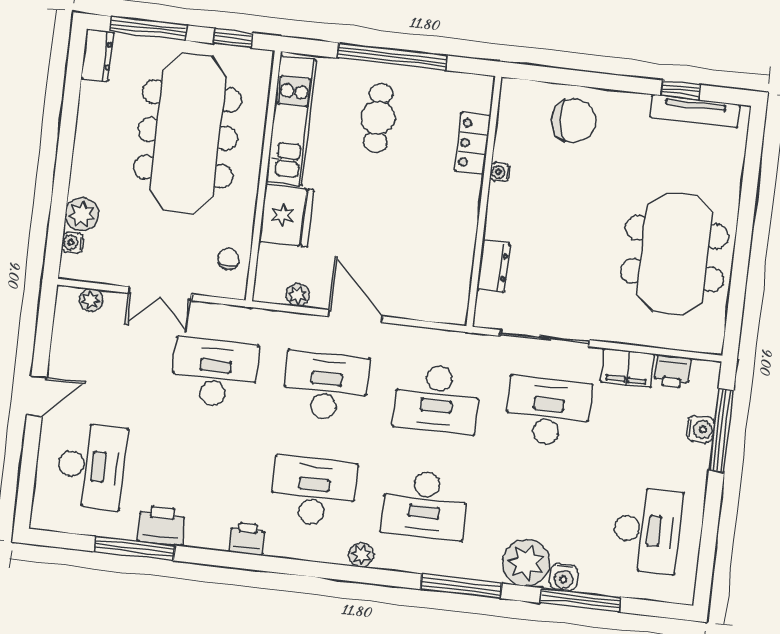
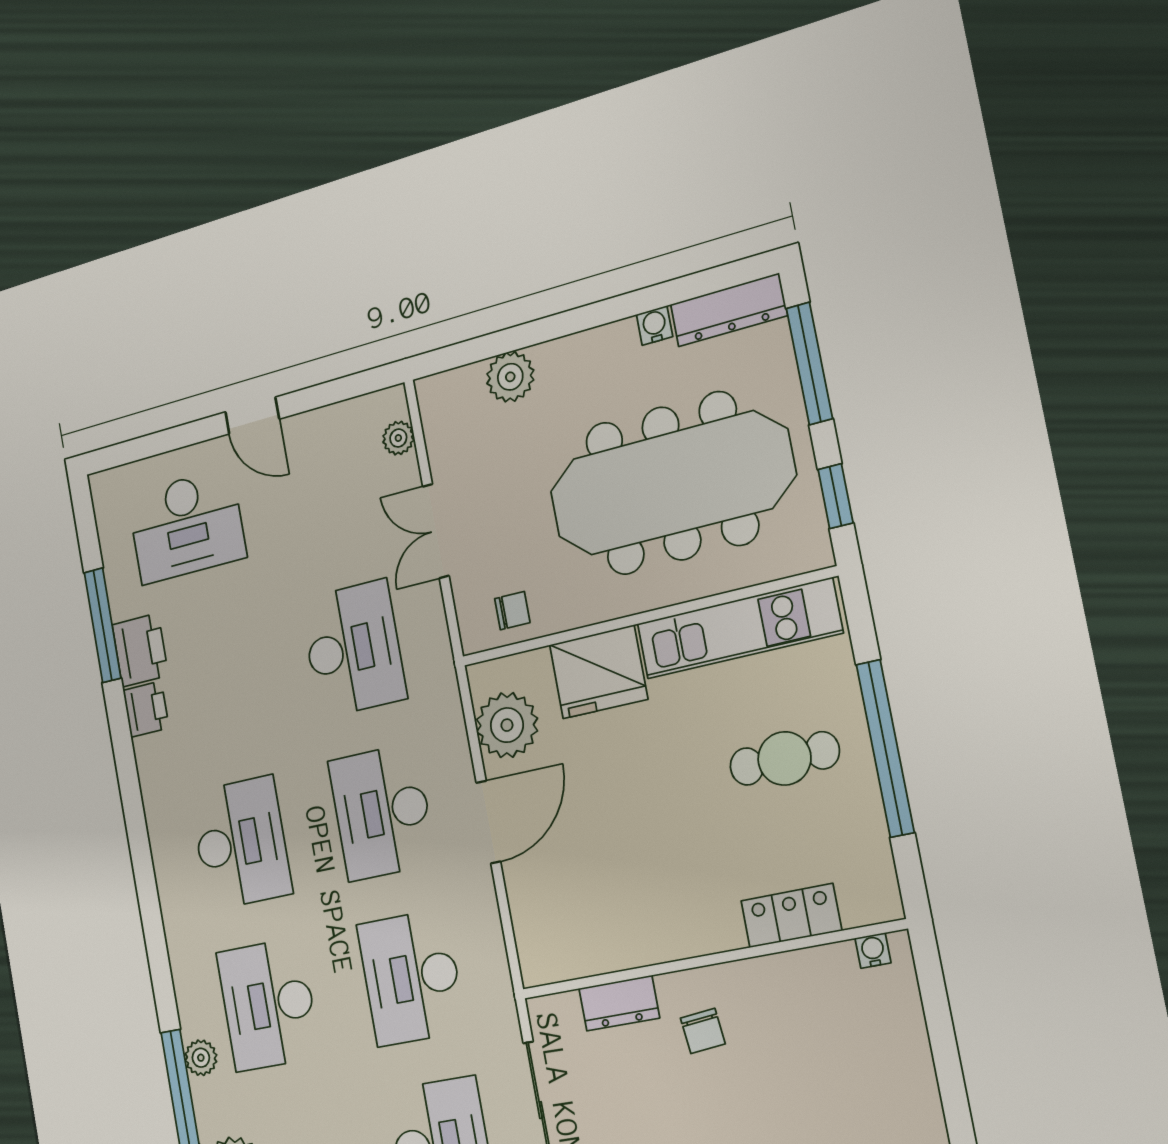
dresser: (98, 55) -> (729, 310), width x1.44
chair: (574, 120) -> (703, 1031), moved, width x0.54, depth x0.54
water cooler: (500, 172) -> (873, 950), moved
water cooler: (72, 243) -> (655, 325), moved
plant: (298, 295) -> (507, 725), width x1.87, depth x1.87
desk: (326, 386) -> (382, 812), turned 180
printer: (247, 539) -> (146, 709), moved
plant: (361, 555) -> (201, 1058), moved

